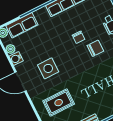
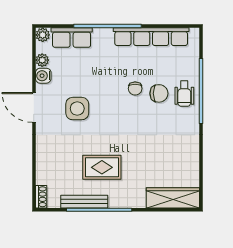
chair: (95, 48) -> (159, 93), moved
rug: (59, 103) -> (102, 167), moved

